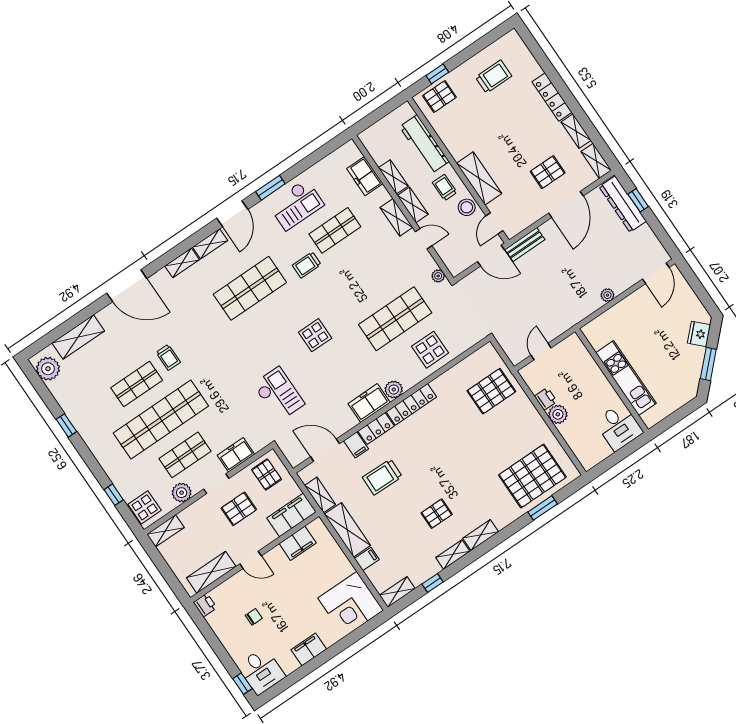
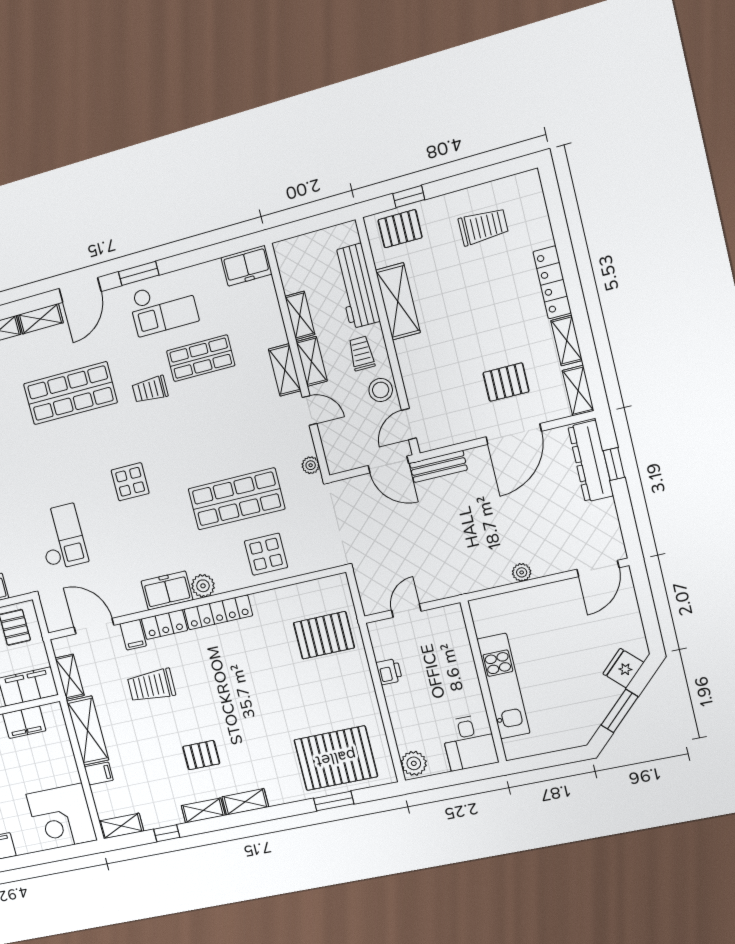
freezer: (365, 176) -> (246, 266), moved, turned -90
shelving: (479, 178) -> (398, 301), moved
plant: (558, 414) -> (414, 763), moved

